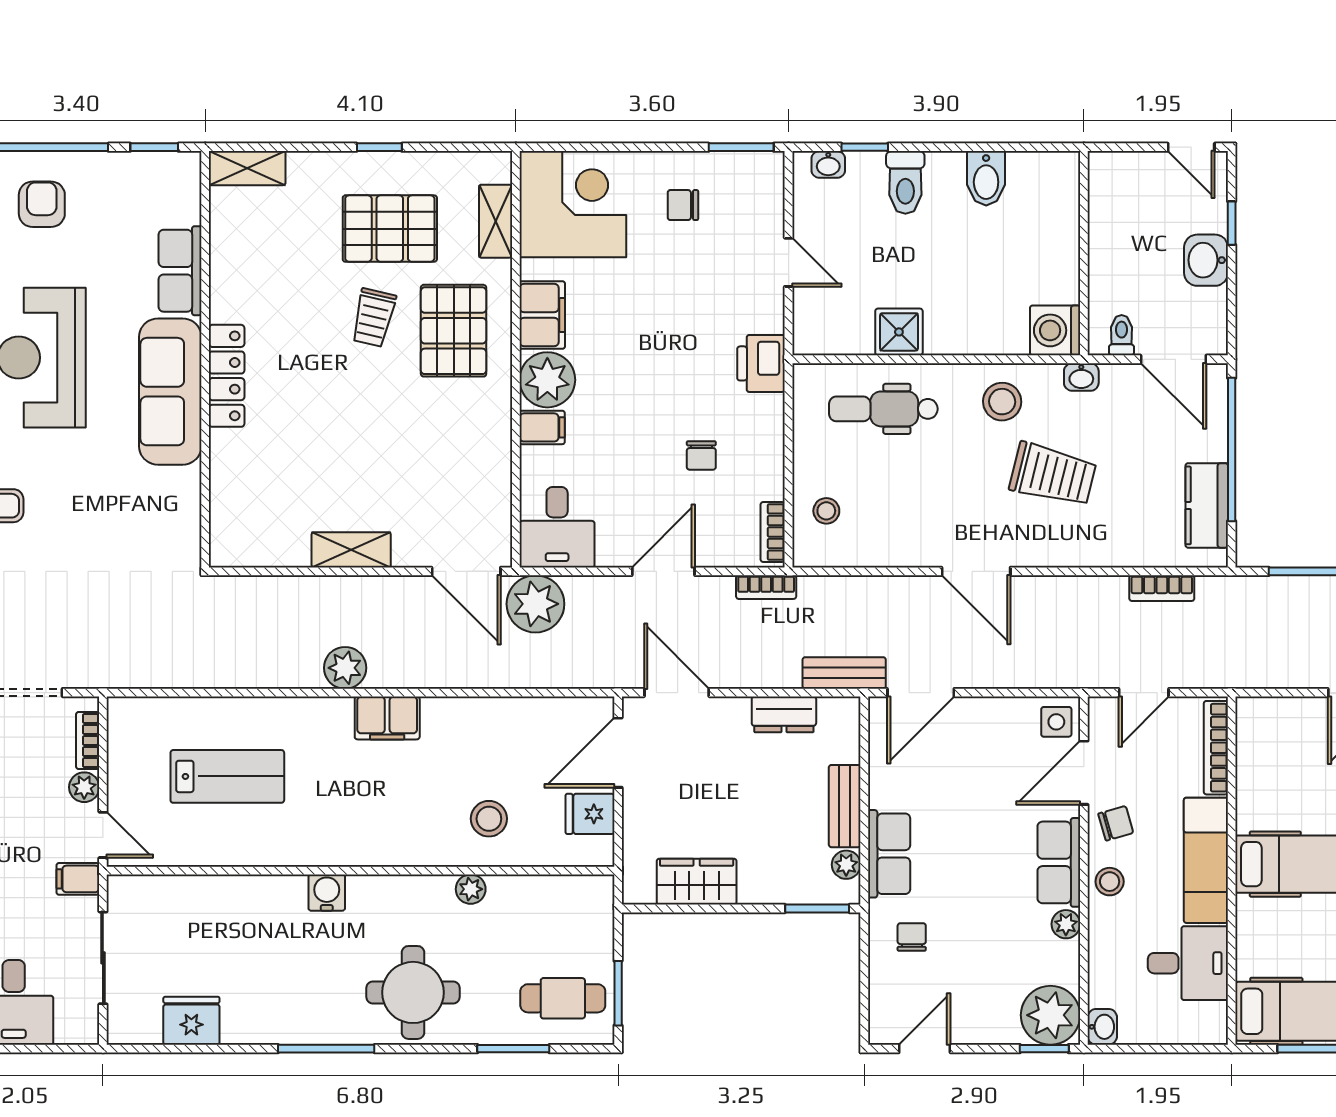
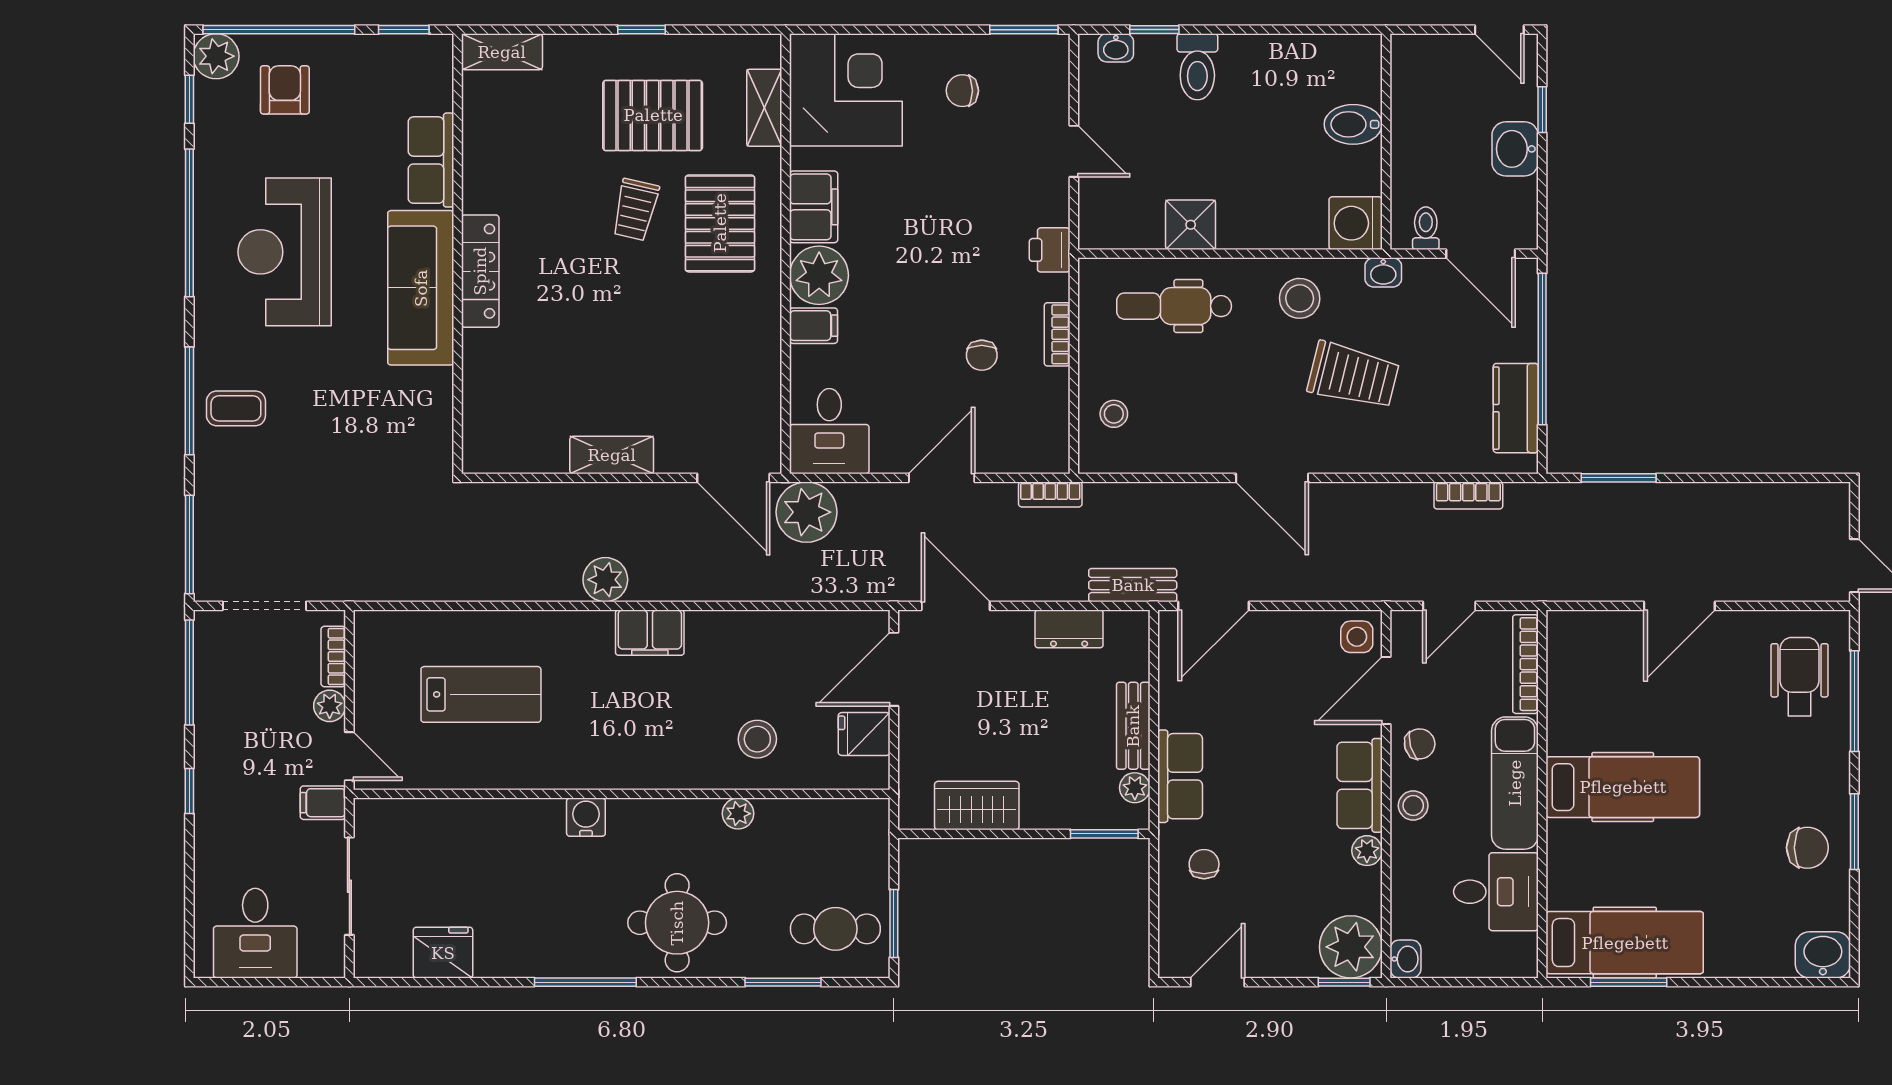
bidet: (986, 178) -> (1353, 124), moved, turned 90
printer: (761, 363) -> (1050, 250), width x0.73, depth x0.81
bookcase: (773, 532) -> (1057, 334), moved

